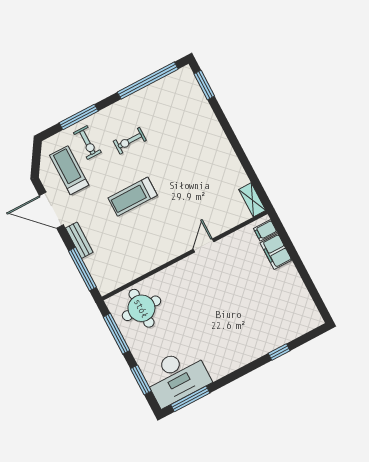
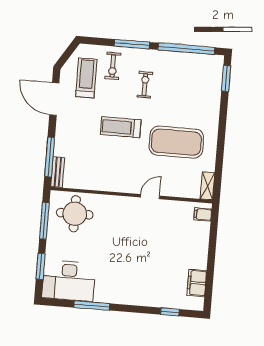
window: (79, 117) -> (132, 44), moved
exercise bike: (130, 141) -> (145, 85), turned 90
exercise mat: (195, 177) -> (176, 142), added
bench: (79, 240) -> (58, 172), moved
filing cabinet: (276, 251) -> (197, 283), moved
window: (279, 352) -> (170, 312), moved
window: (190, 399) -> (92, 305), moved

